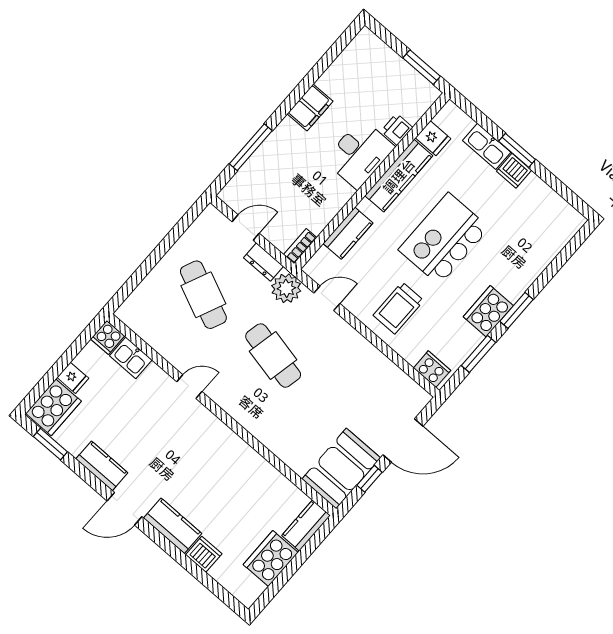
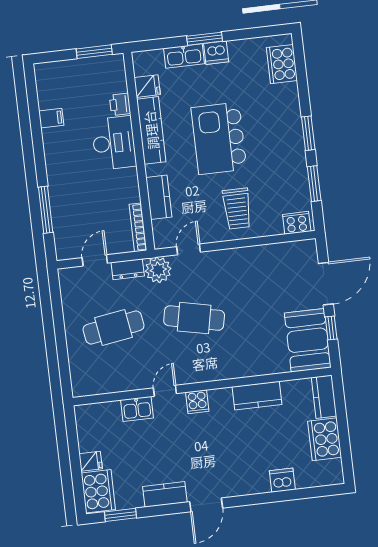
filing cabinet: (310, 108) -> (51, 118), moved, width x0.50
bookcase: (300, 246) -> (138, 227), width x1.56
cafe table: (203, 295) -> (114, 327), turned -33
cooker: (488, 311) -> (282, 64), moved
cooker: (108, 337) -> (197, 402), moved
kitchen sink: (131, 358) -> (137, 409), moved
kitchen counter: (173, 526) -> (257, 396), moved, turned 180

